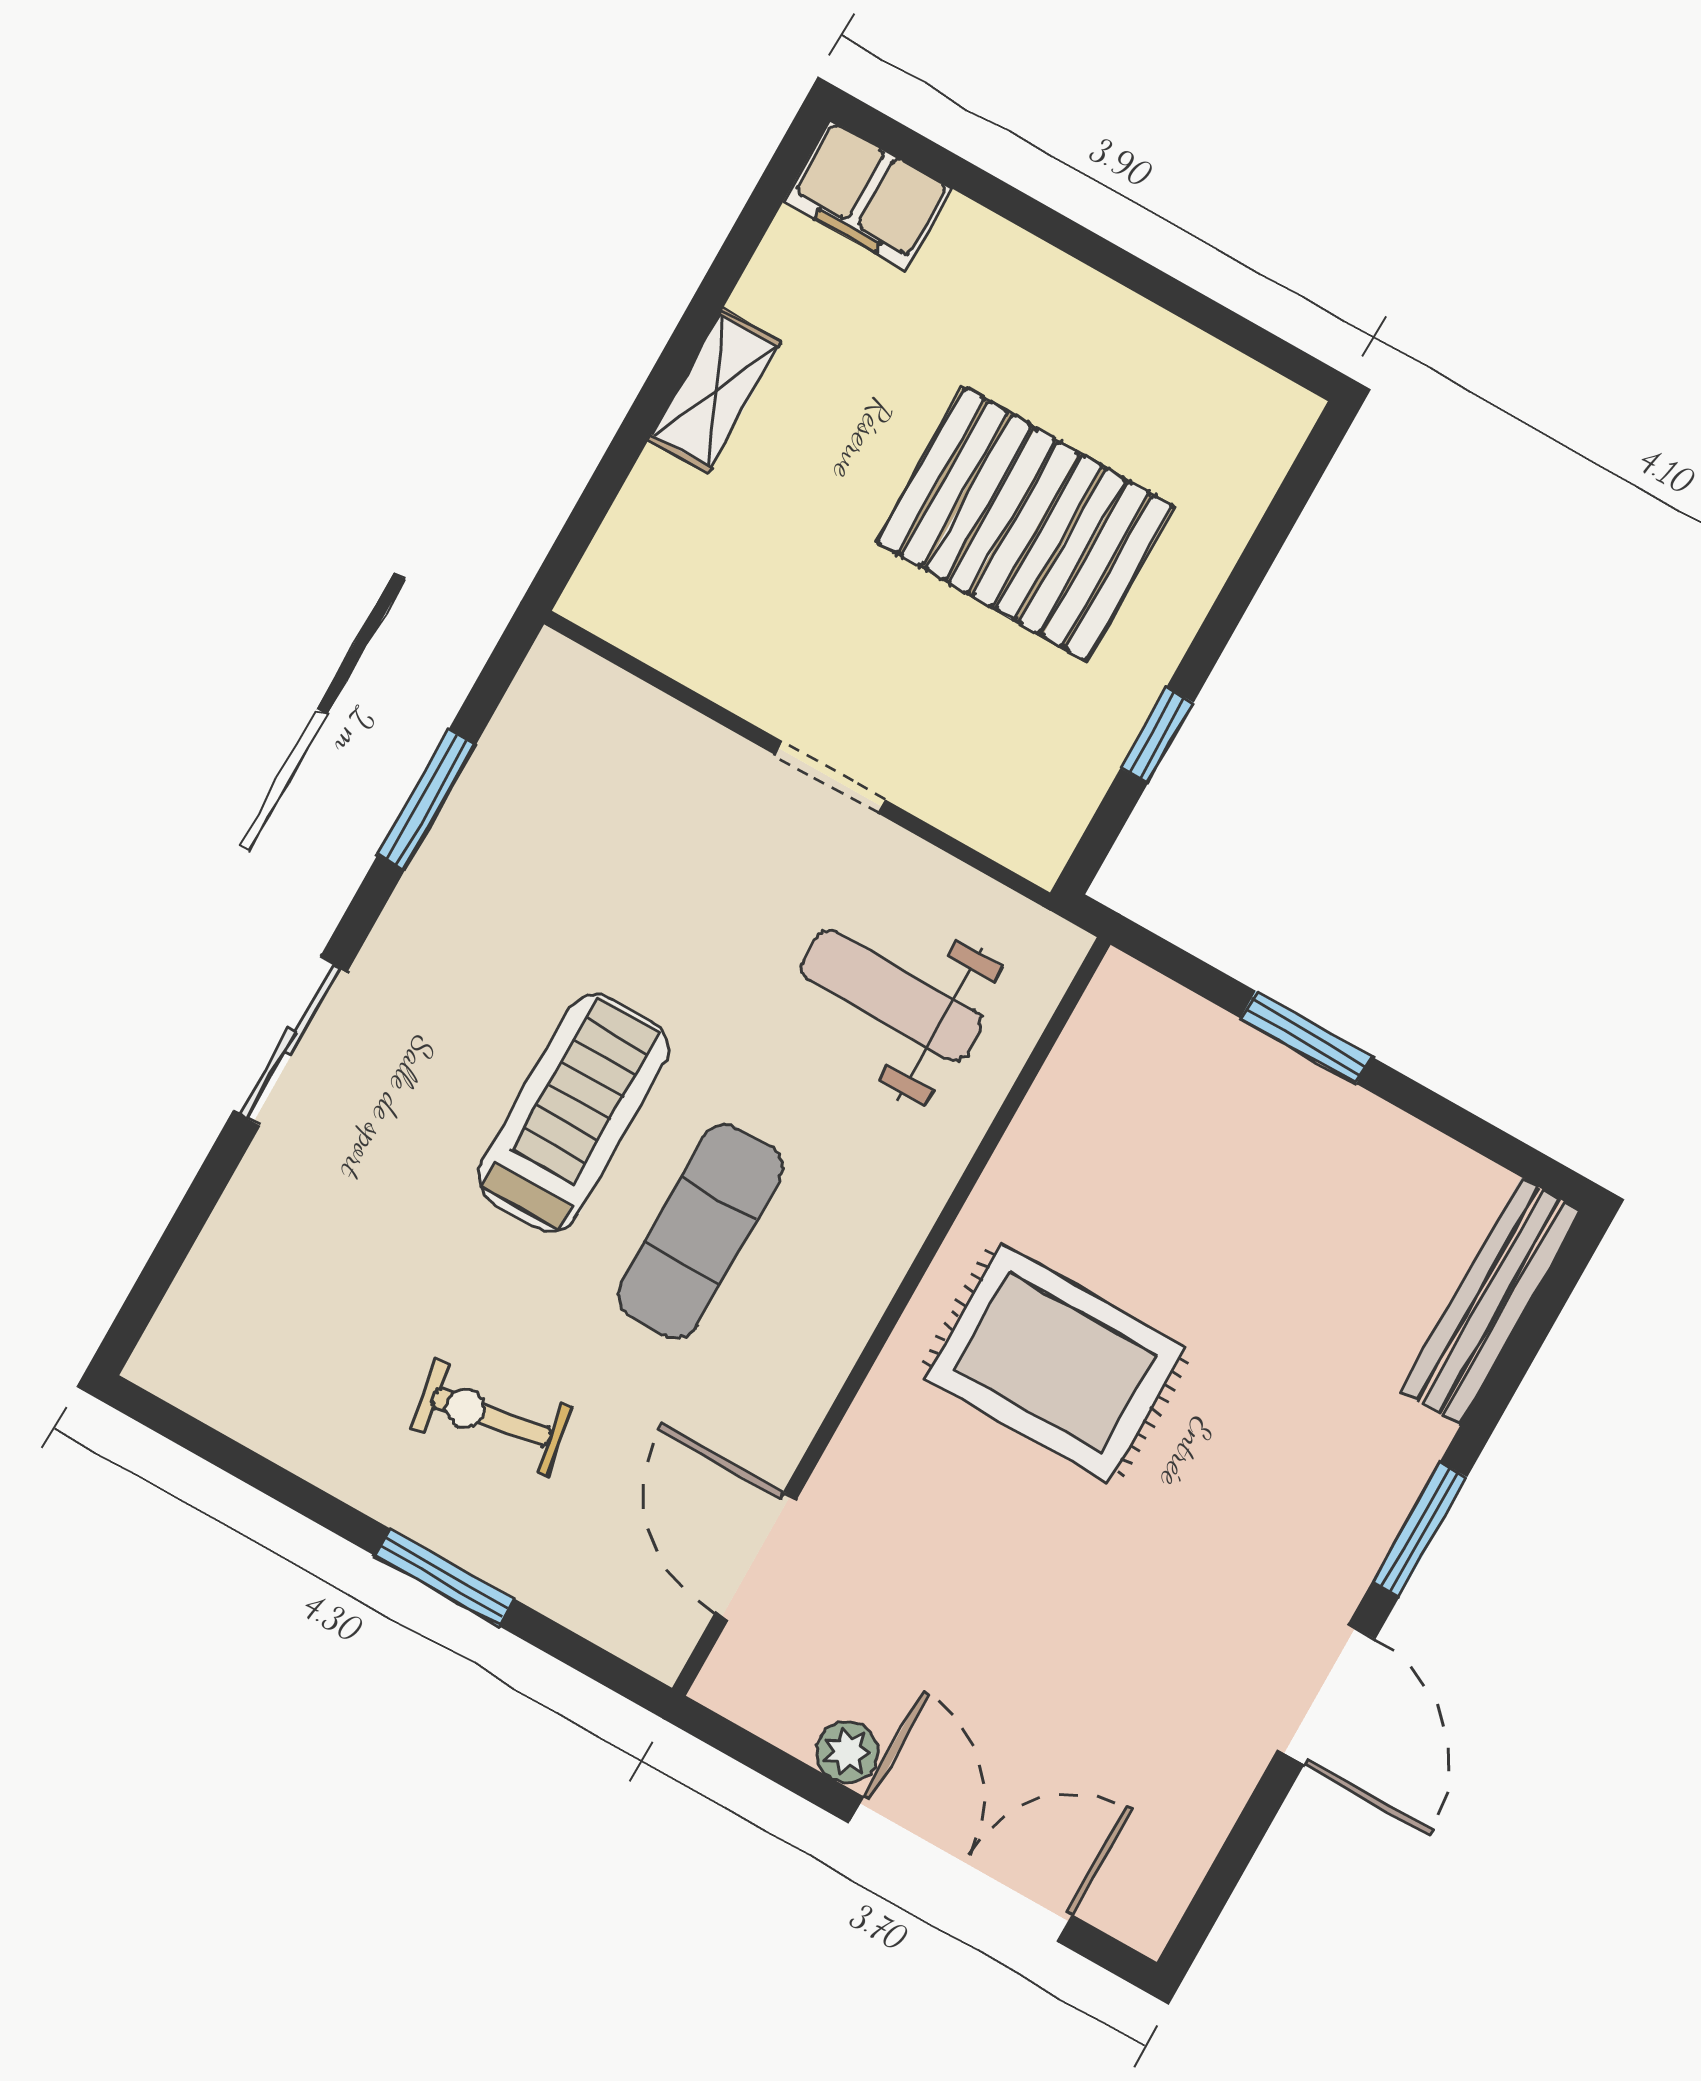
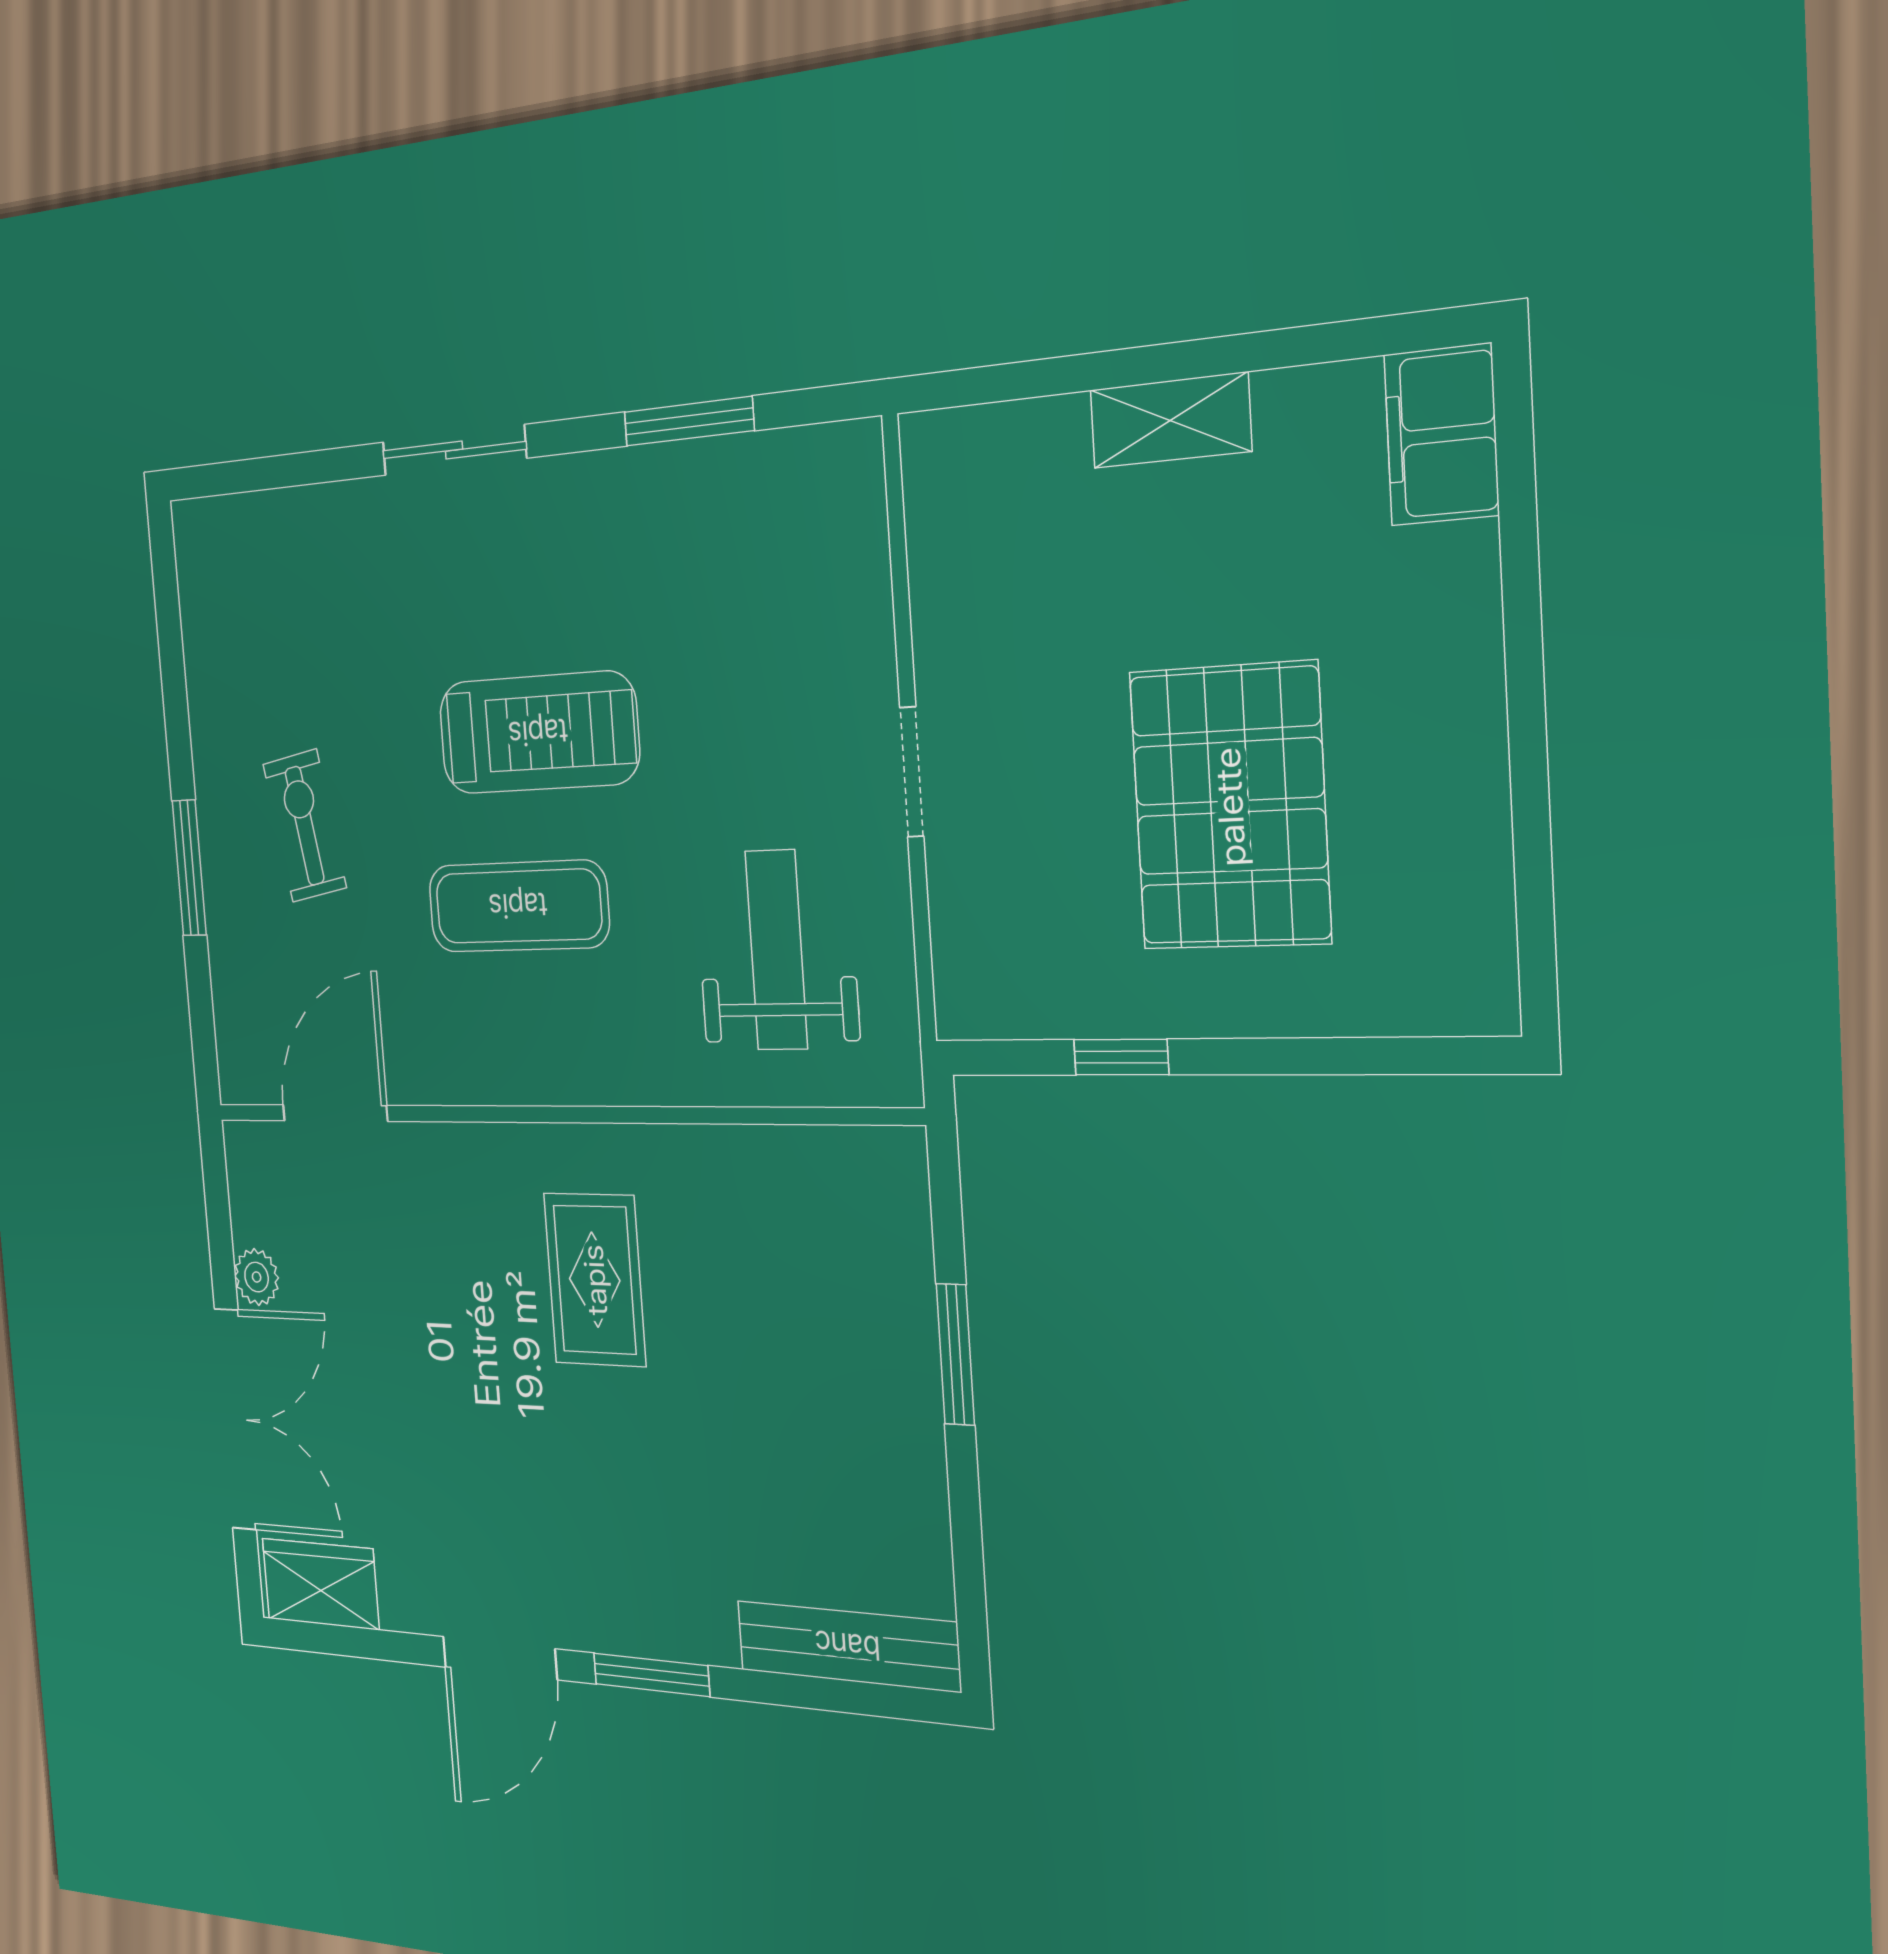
rug: (1055, 1363) -> (595, 1280), width x0.73, depth x0.70
wardrobe: (1160, 1867) -> (320, 1584), added

